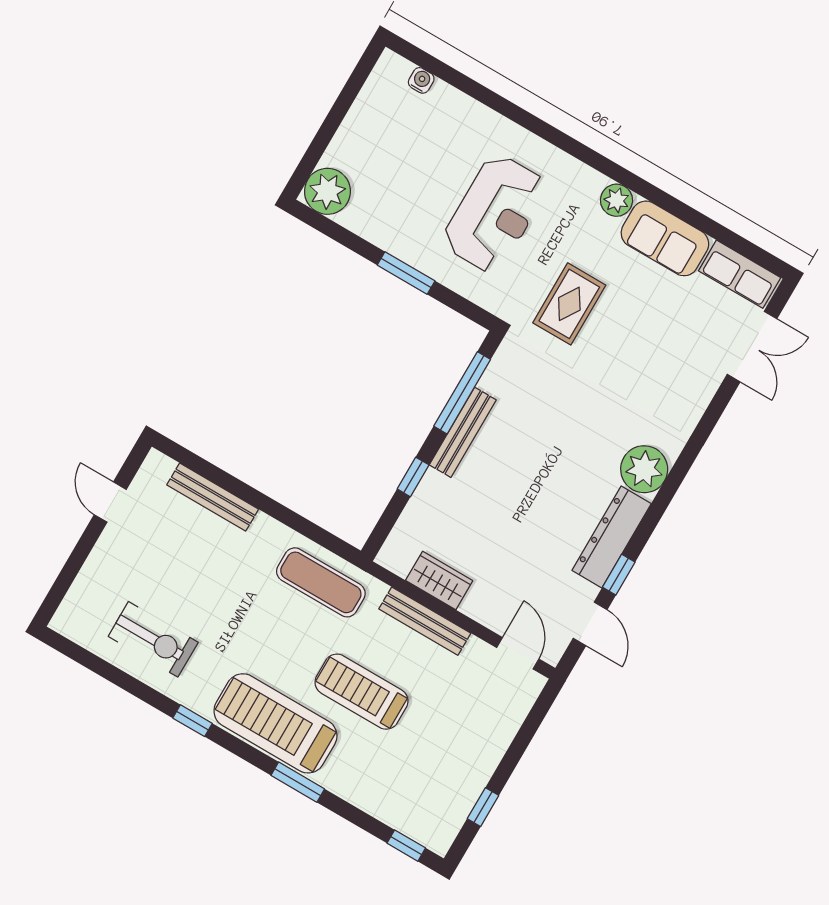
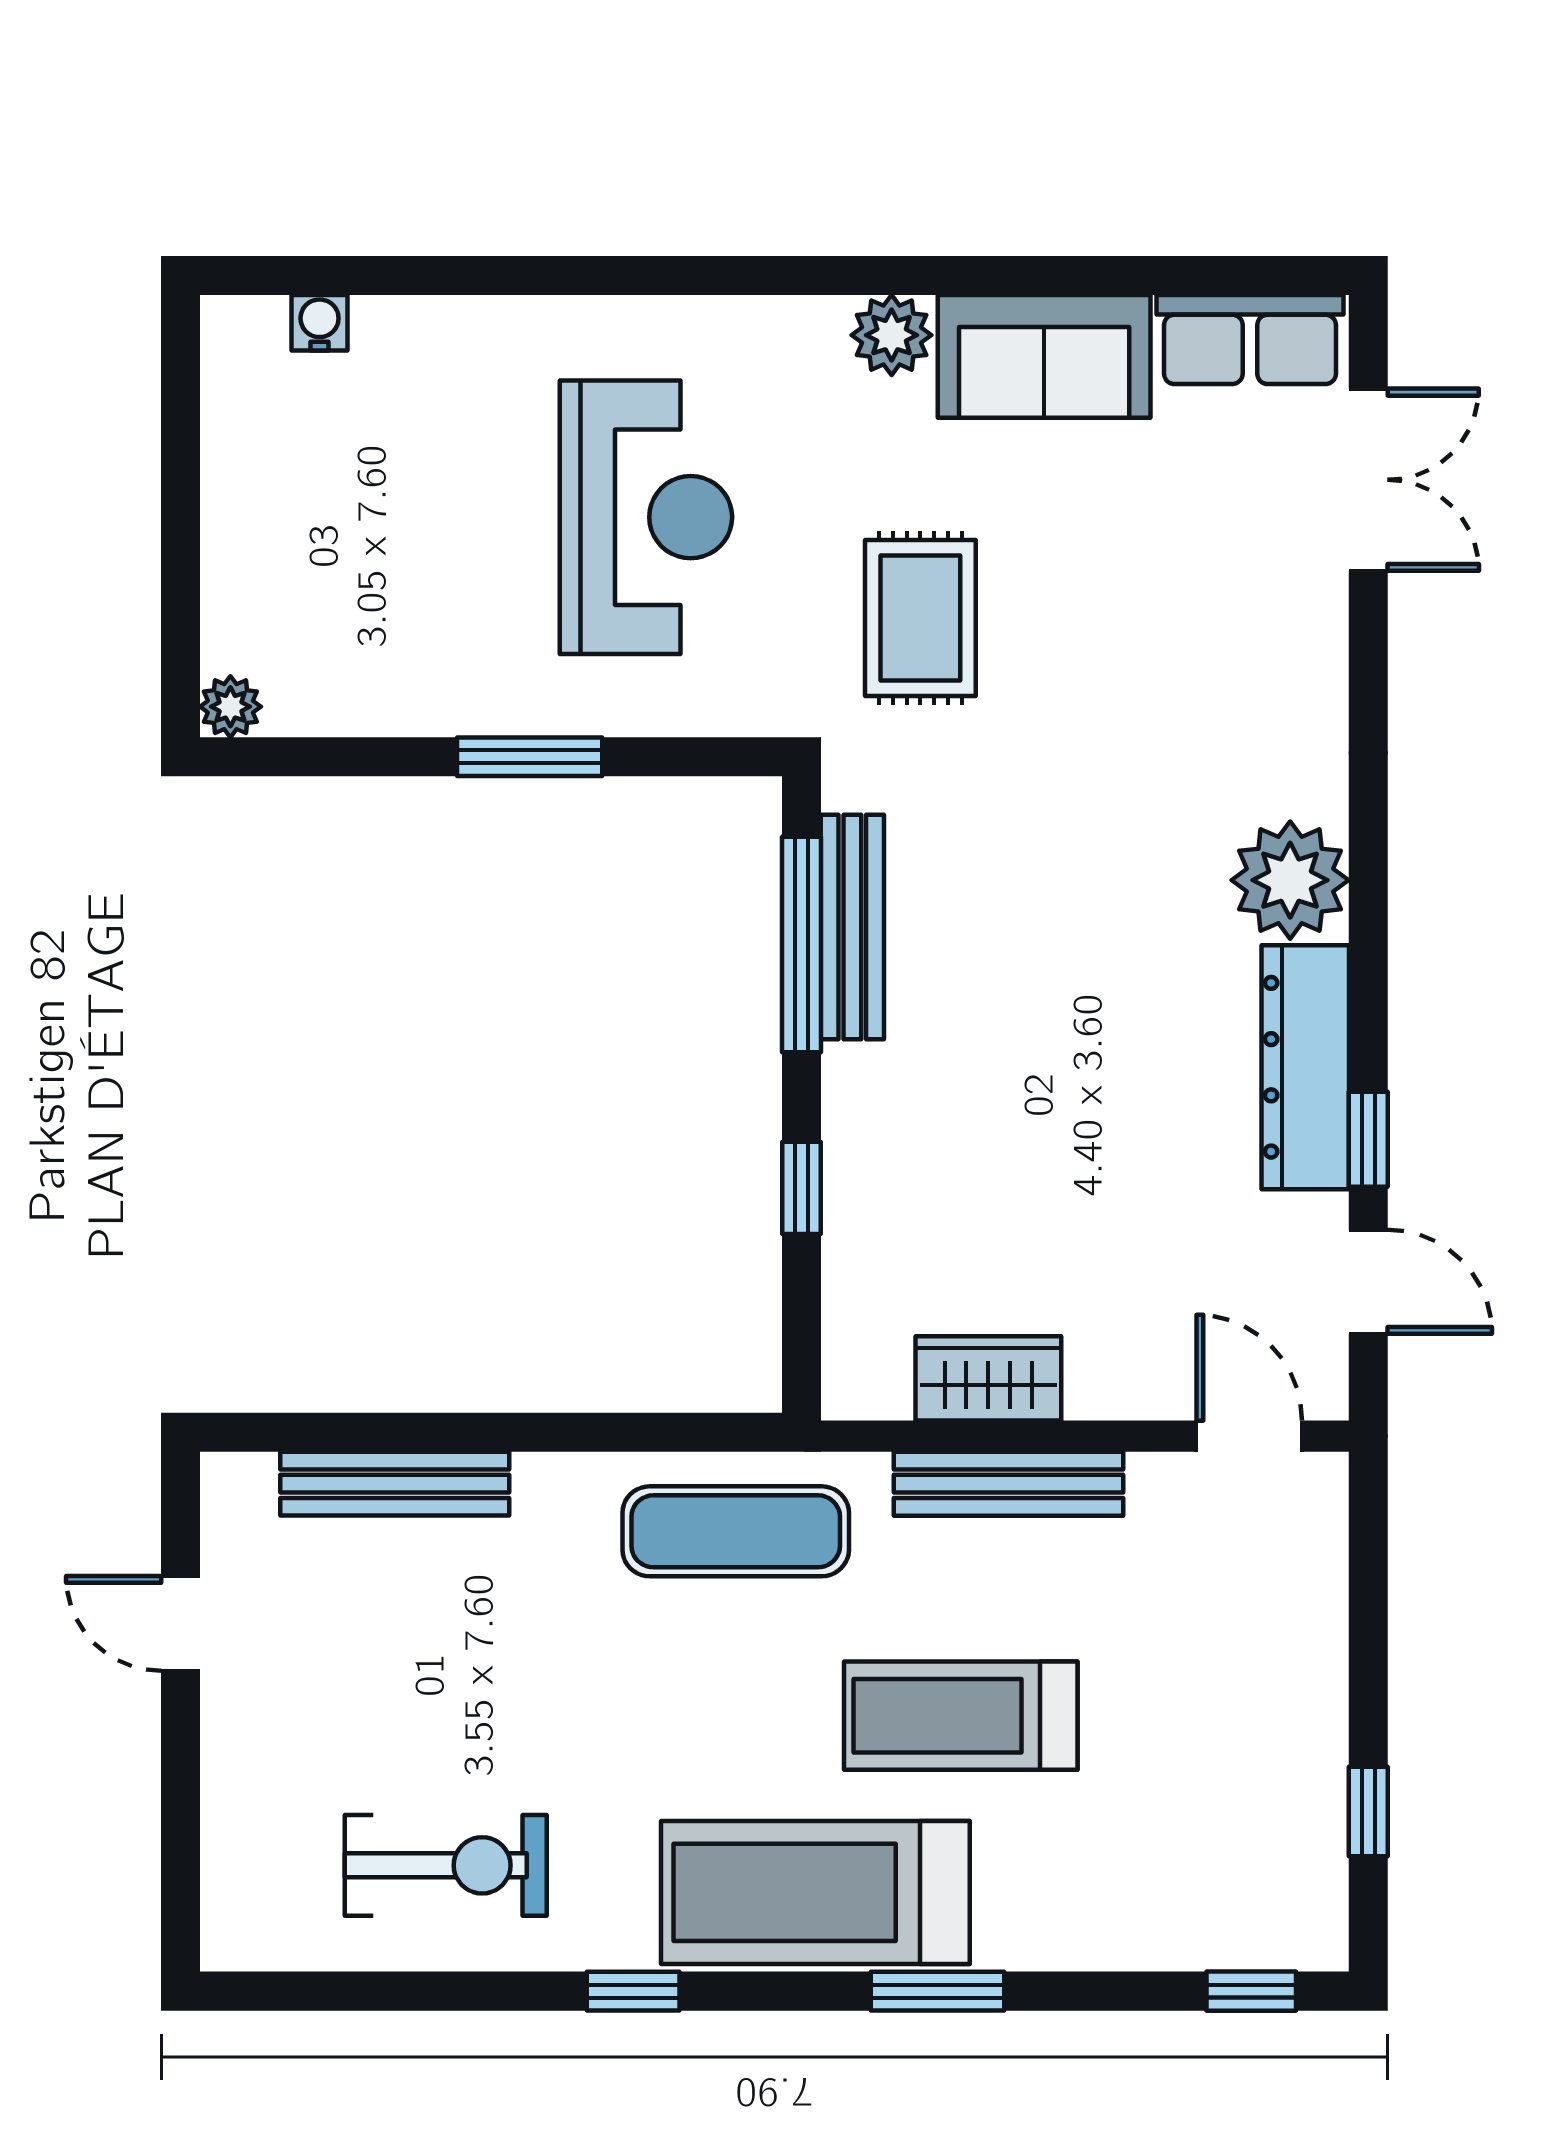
plant: (327, 191) -> (230, 707), width x0.53, depth x0.53
bench: (463, 432) -> (852, 927), moved

